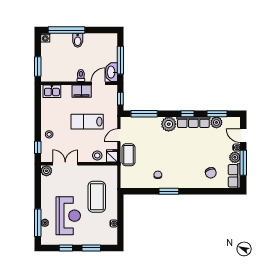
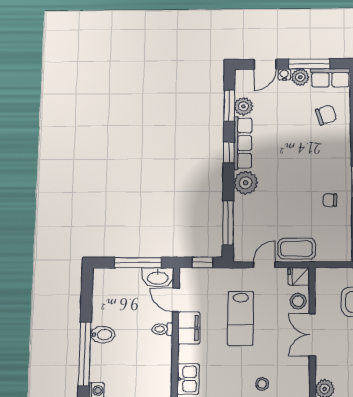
door: (119, 135) -> (264, 265), swing flipped
double door: (65, 164) -> (312, 335), moved

